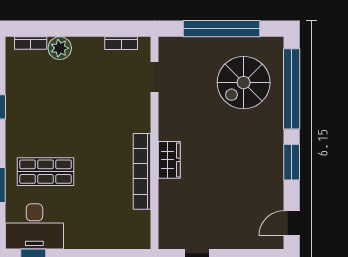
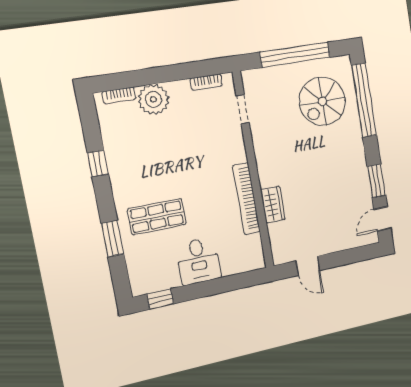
plant: (60, 48) -> (153, 99), width x1.36, depth x1.36
wardrobe: (169, 160) -> (273, 205), moved
window: (292, 162) -> (376, 181), moved
desk: (34, 226) -> (199, 261), moved, width x0.73

